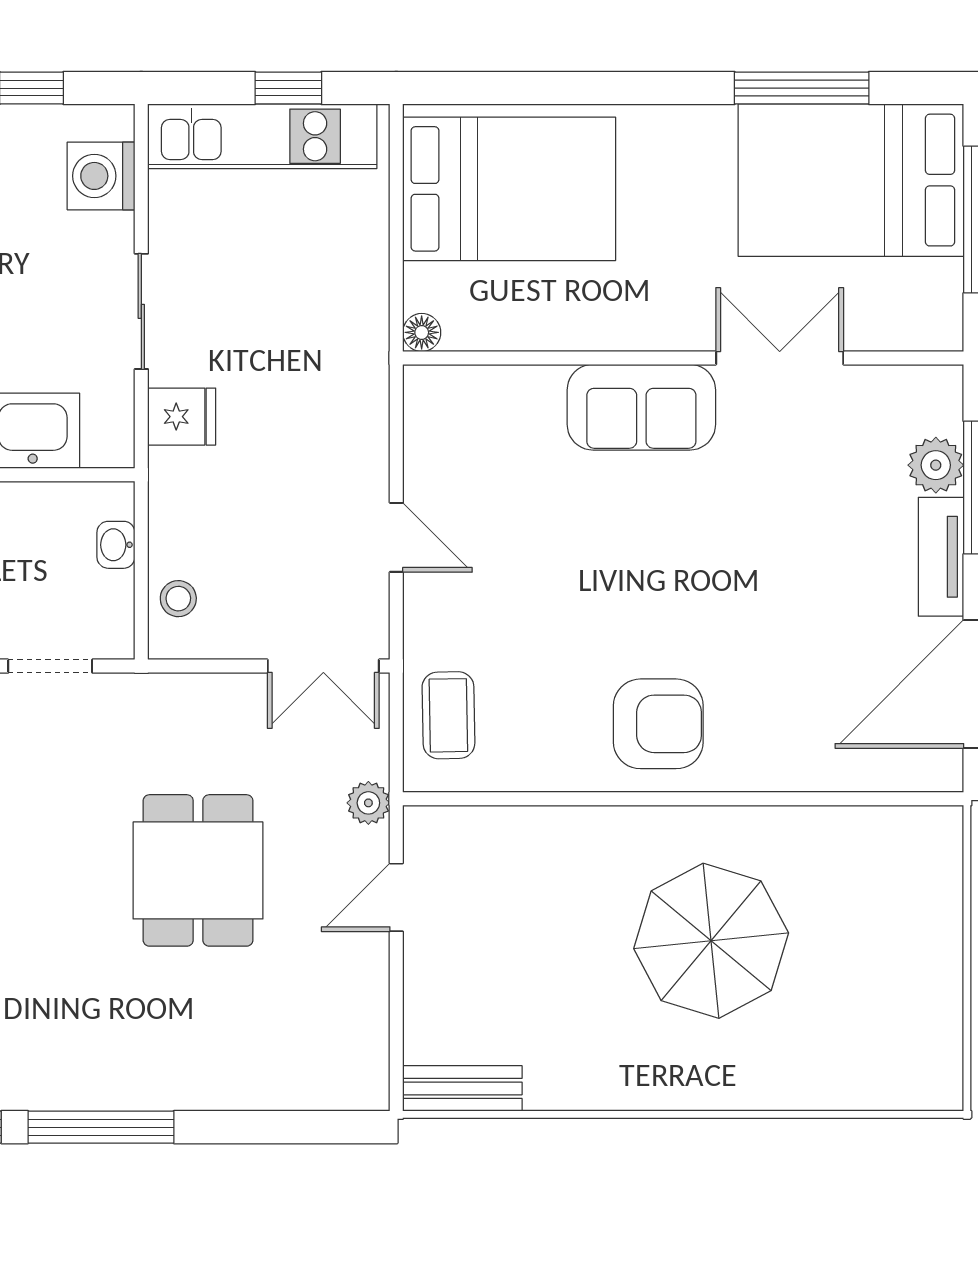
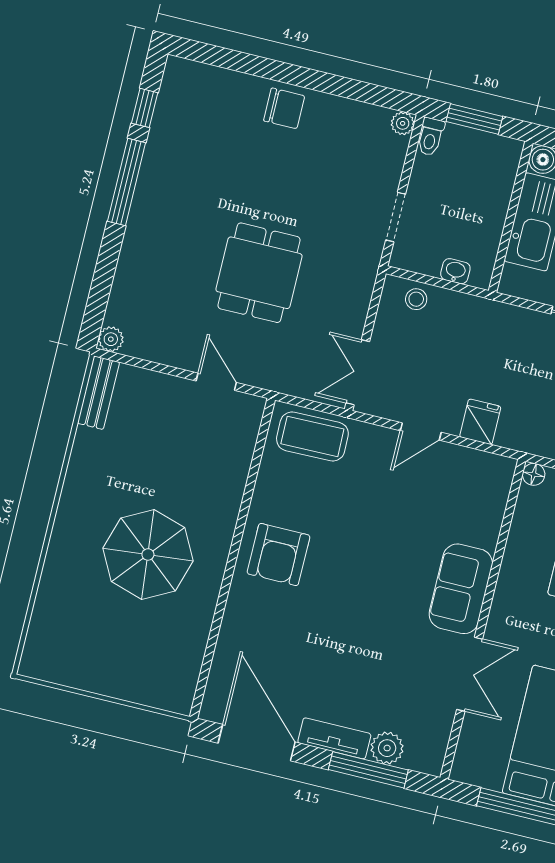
fridge: (182, 417) -> (480, 422), moved, turned 180
coffee table: (448, 715) -> (312, 436), width x1.36, depth x1.30
plant: (368, 803) -> (111, 339), moved
dining table: (198, 870) -> (259, 273), turned 90

